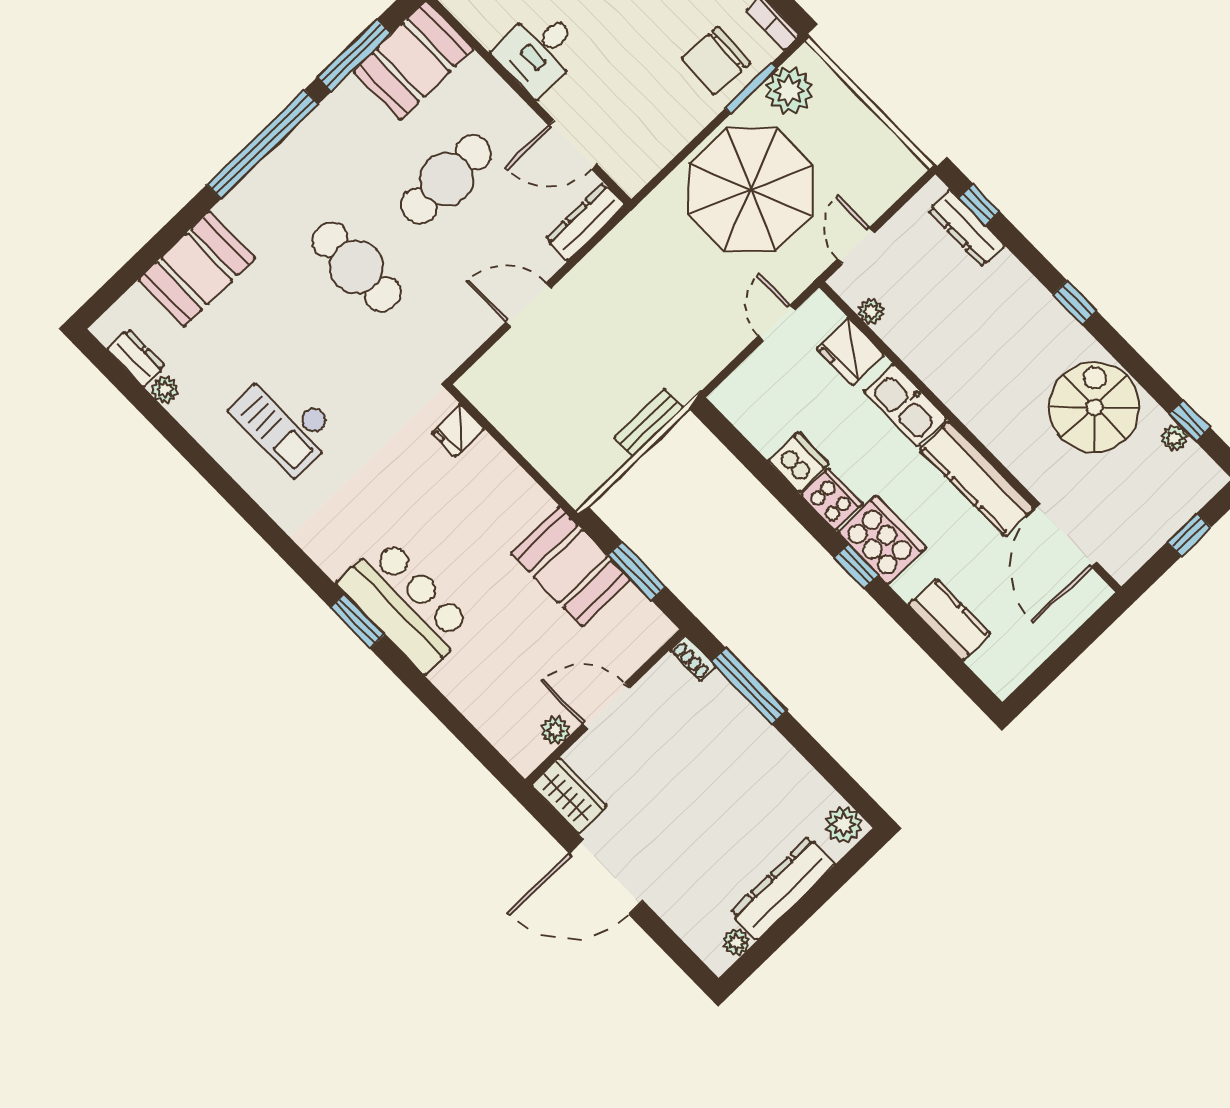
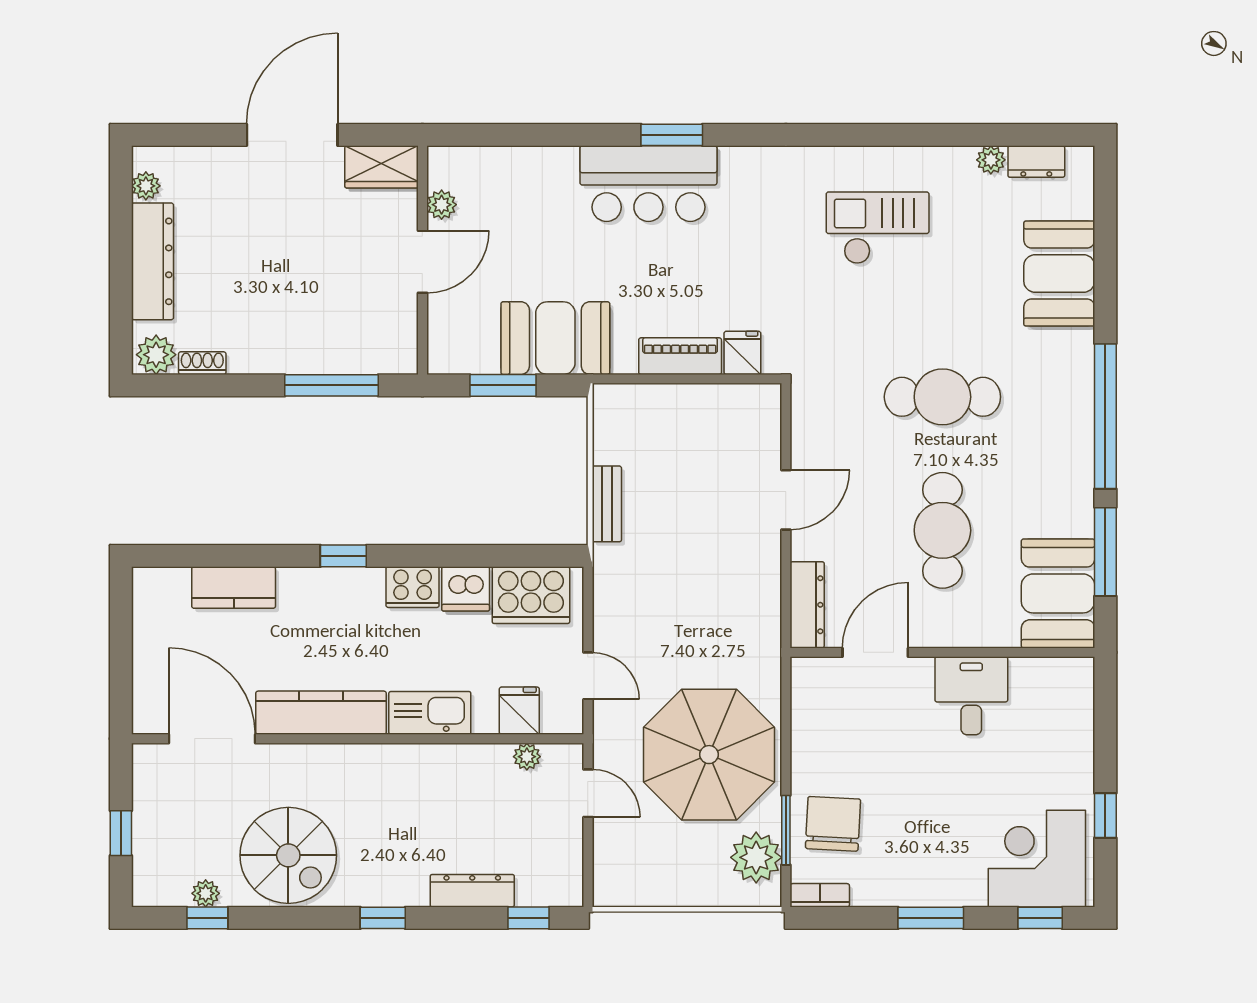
dresser: (966, 228) -> (472, 891), moved
fridge: (850, 352) -> (519, 711), width x0.72
piano: (501, 470) -> (680, 356), added
cooker: (882, 540) -> (531, 595), moved
shoe rack: (693, 658) -> (202, 363), moved

